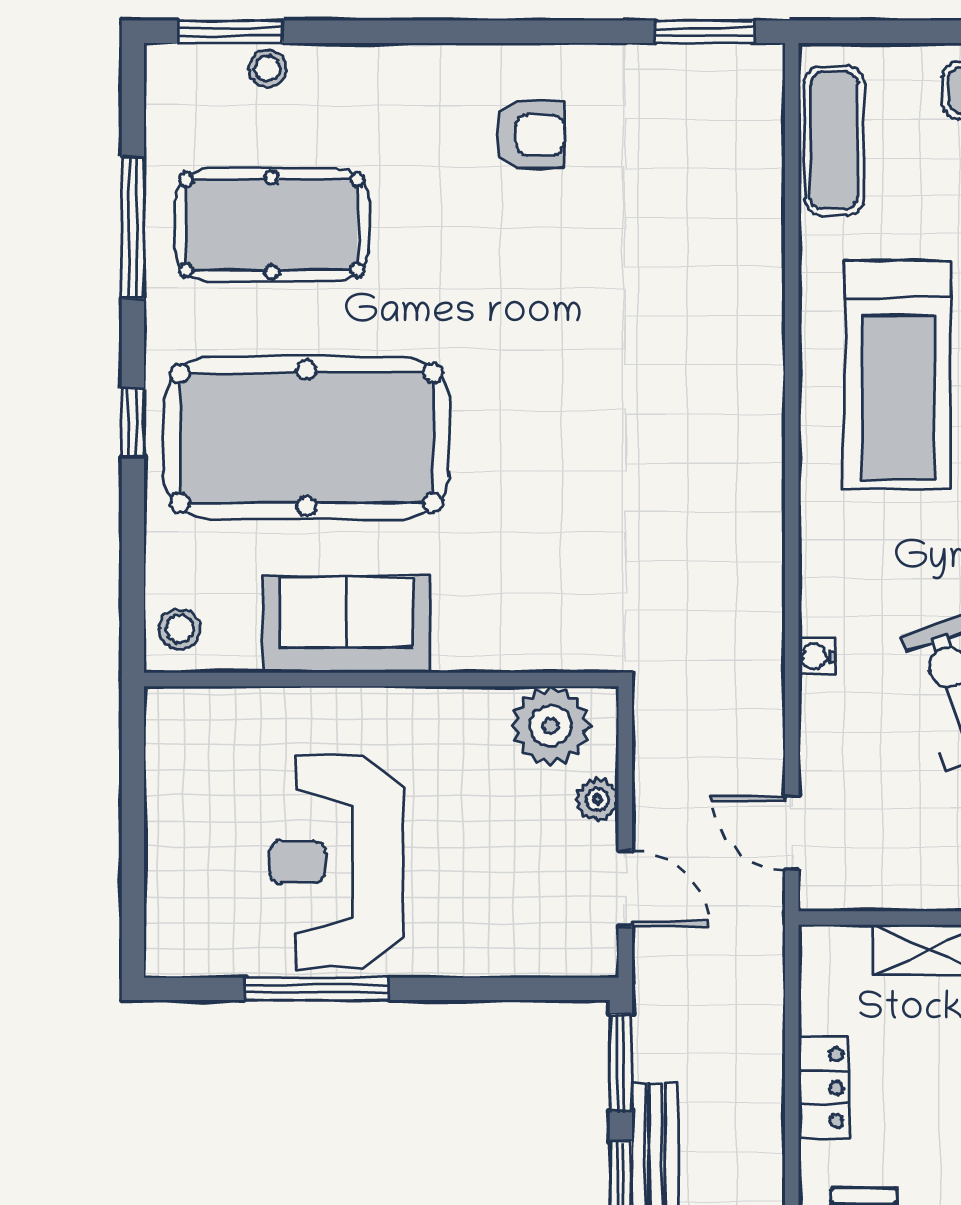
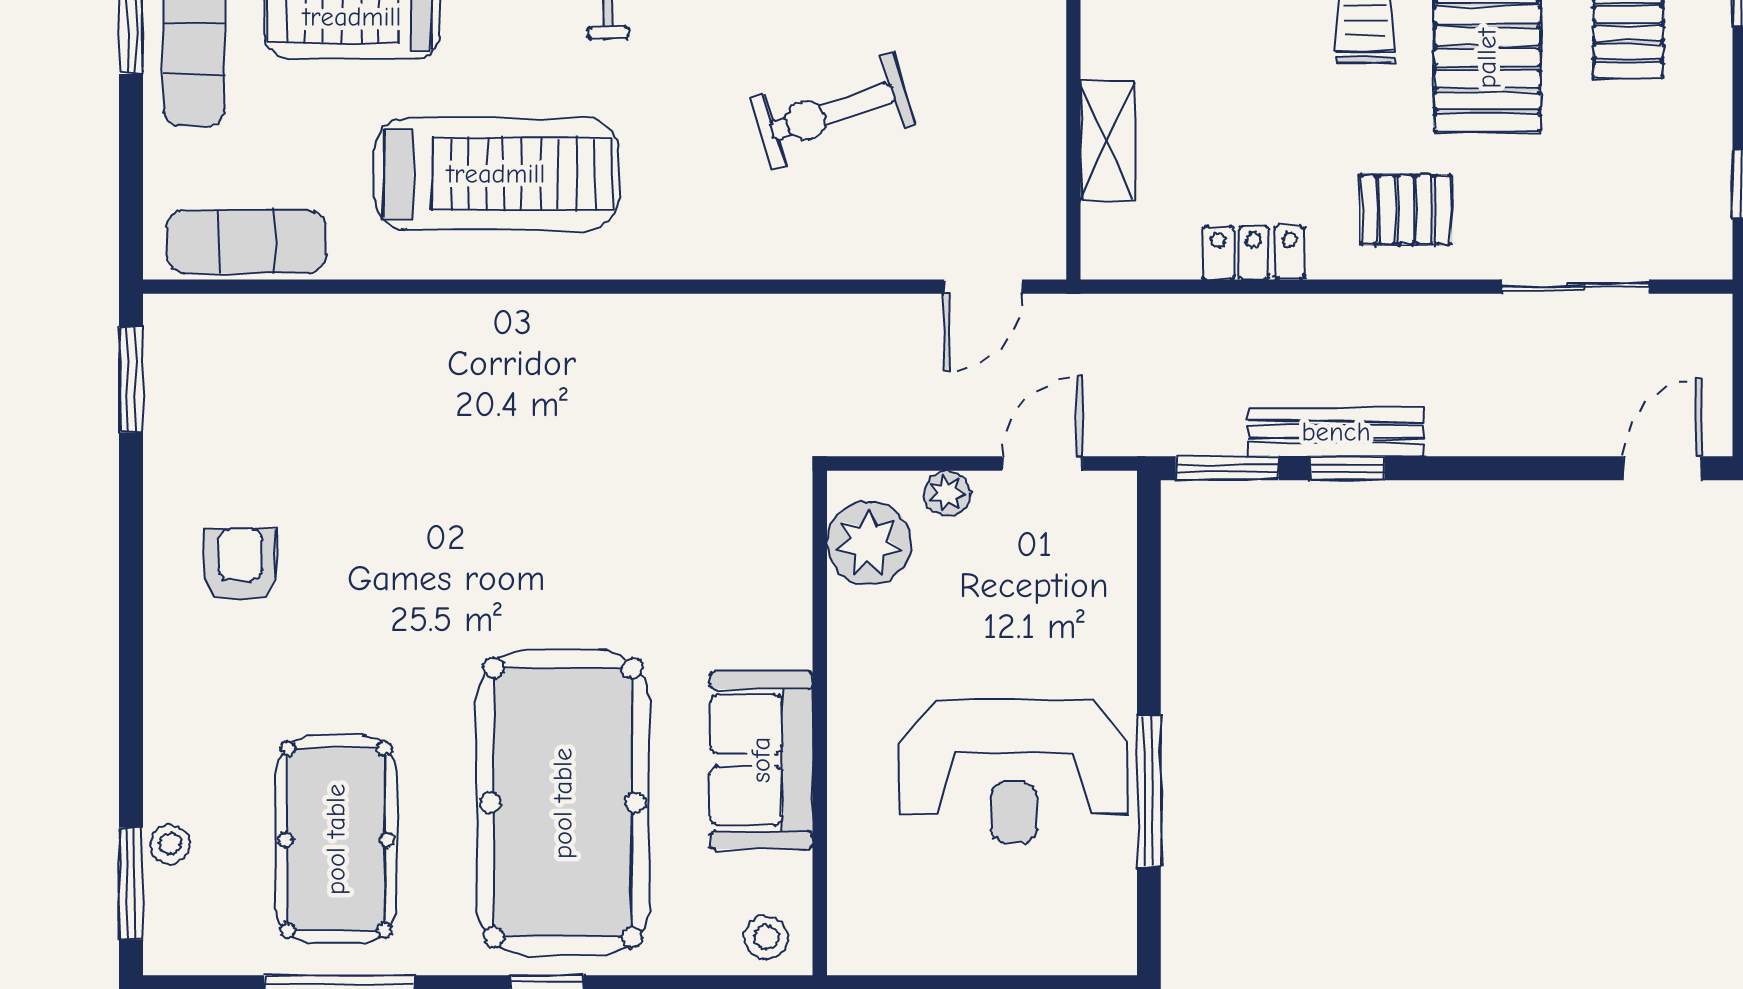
water cooler: (817, 656) -> (795, 260), removed

